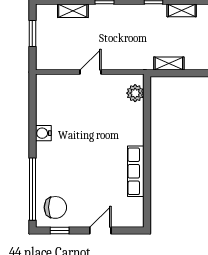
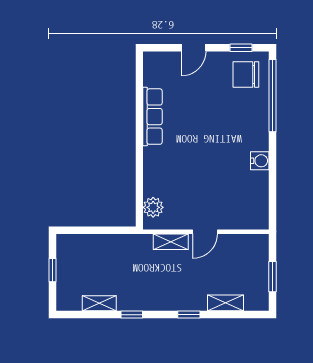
shelving: (169, 63) -> (171, 242), moved

